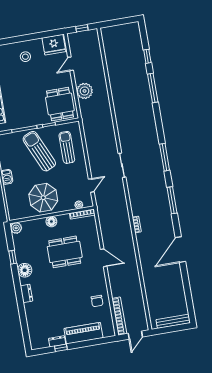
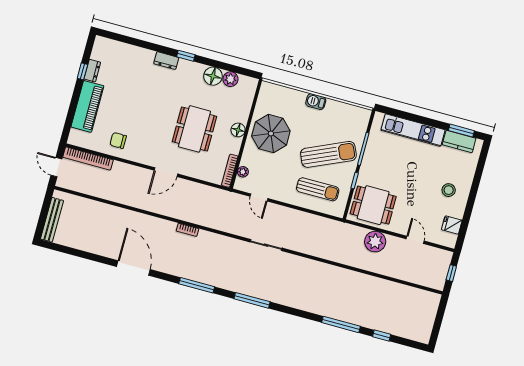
fridge: (54, 45) -> (452, 225), width x0.53, depth x0.75
plant: (16, 228) -> (230, 79), moved
window: (13, 257) -> (186, 56), moved
floor lamp: (25, 270) -> (213, 76), moved

